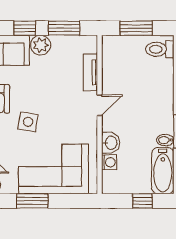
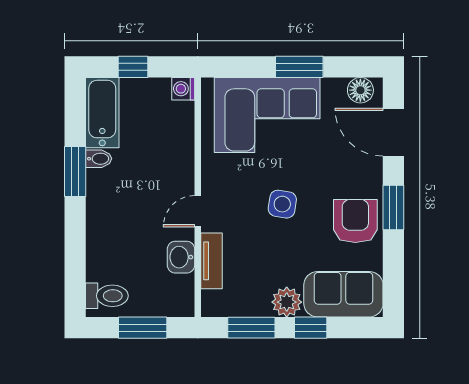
side table: (28, 122) -> (282, 204), moved
washbasin: (111, 143) -> (181, 257), moved
washing machine: (109, 162) -> (183, 89), moved

